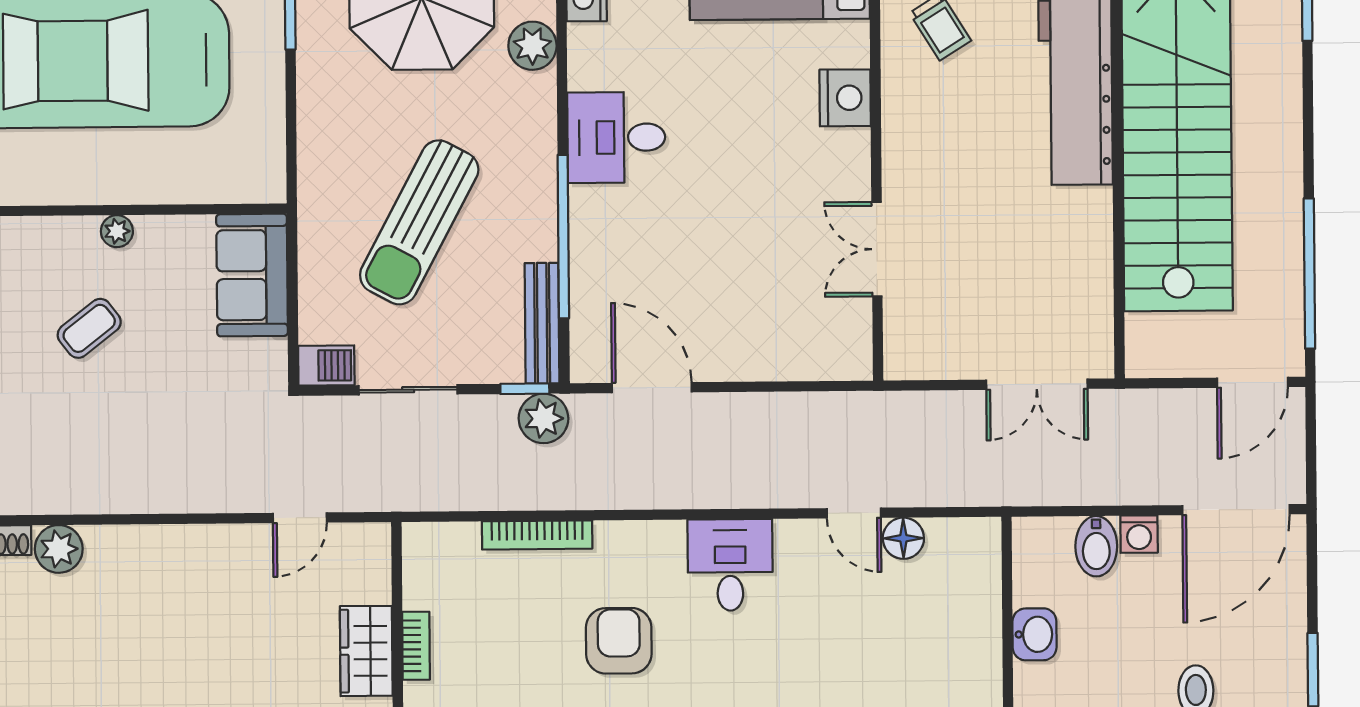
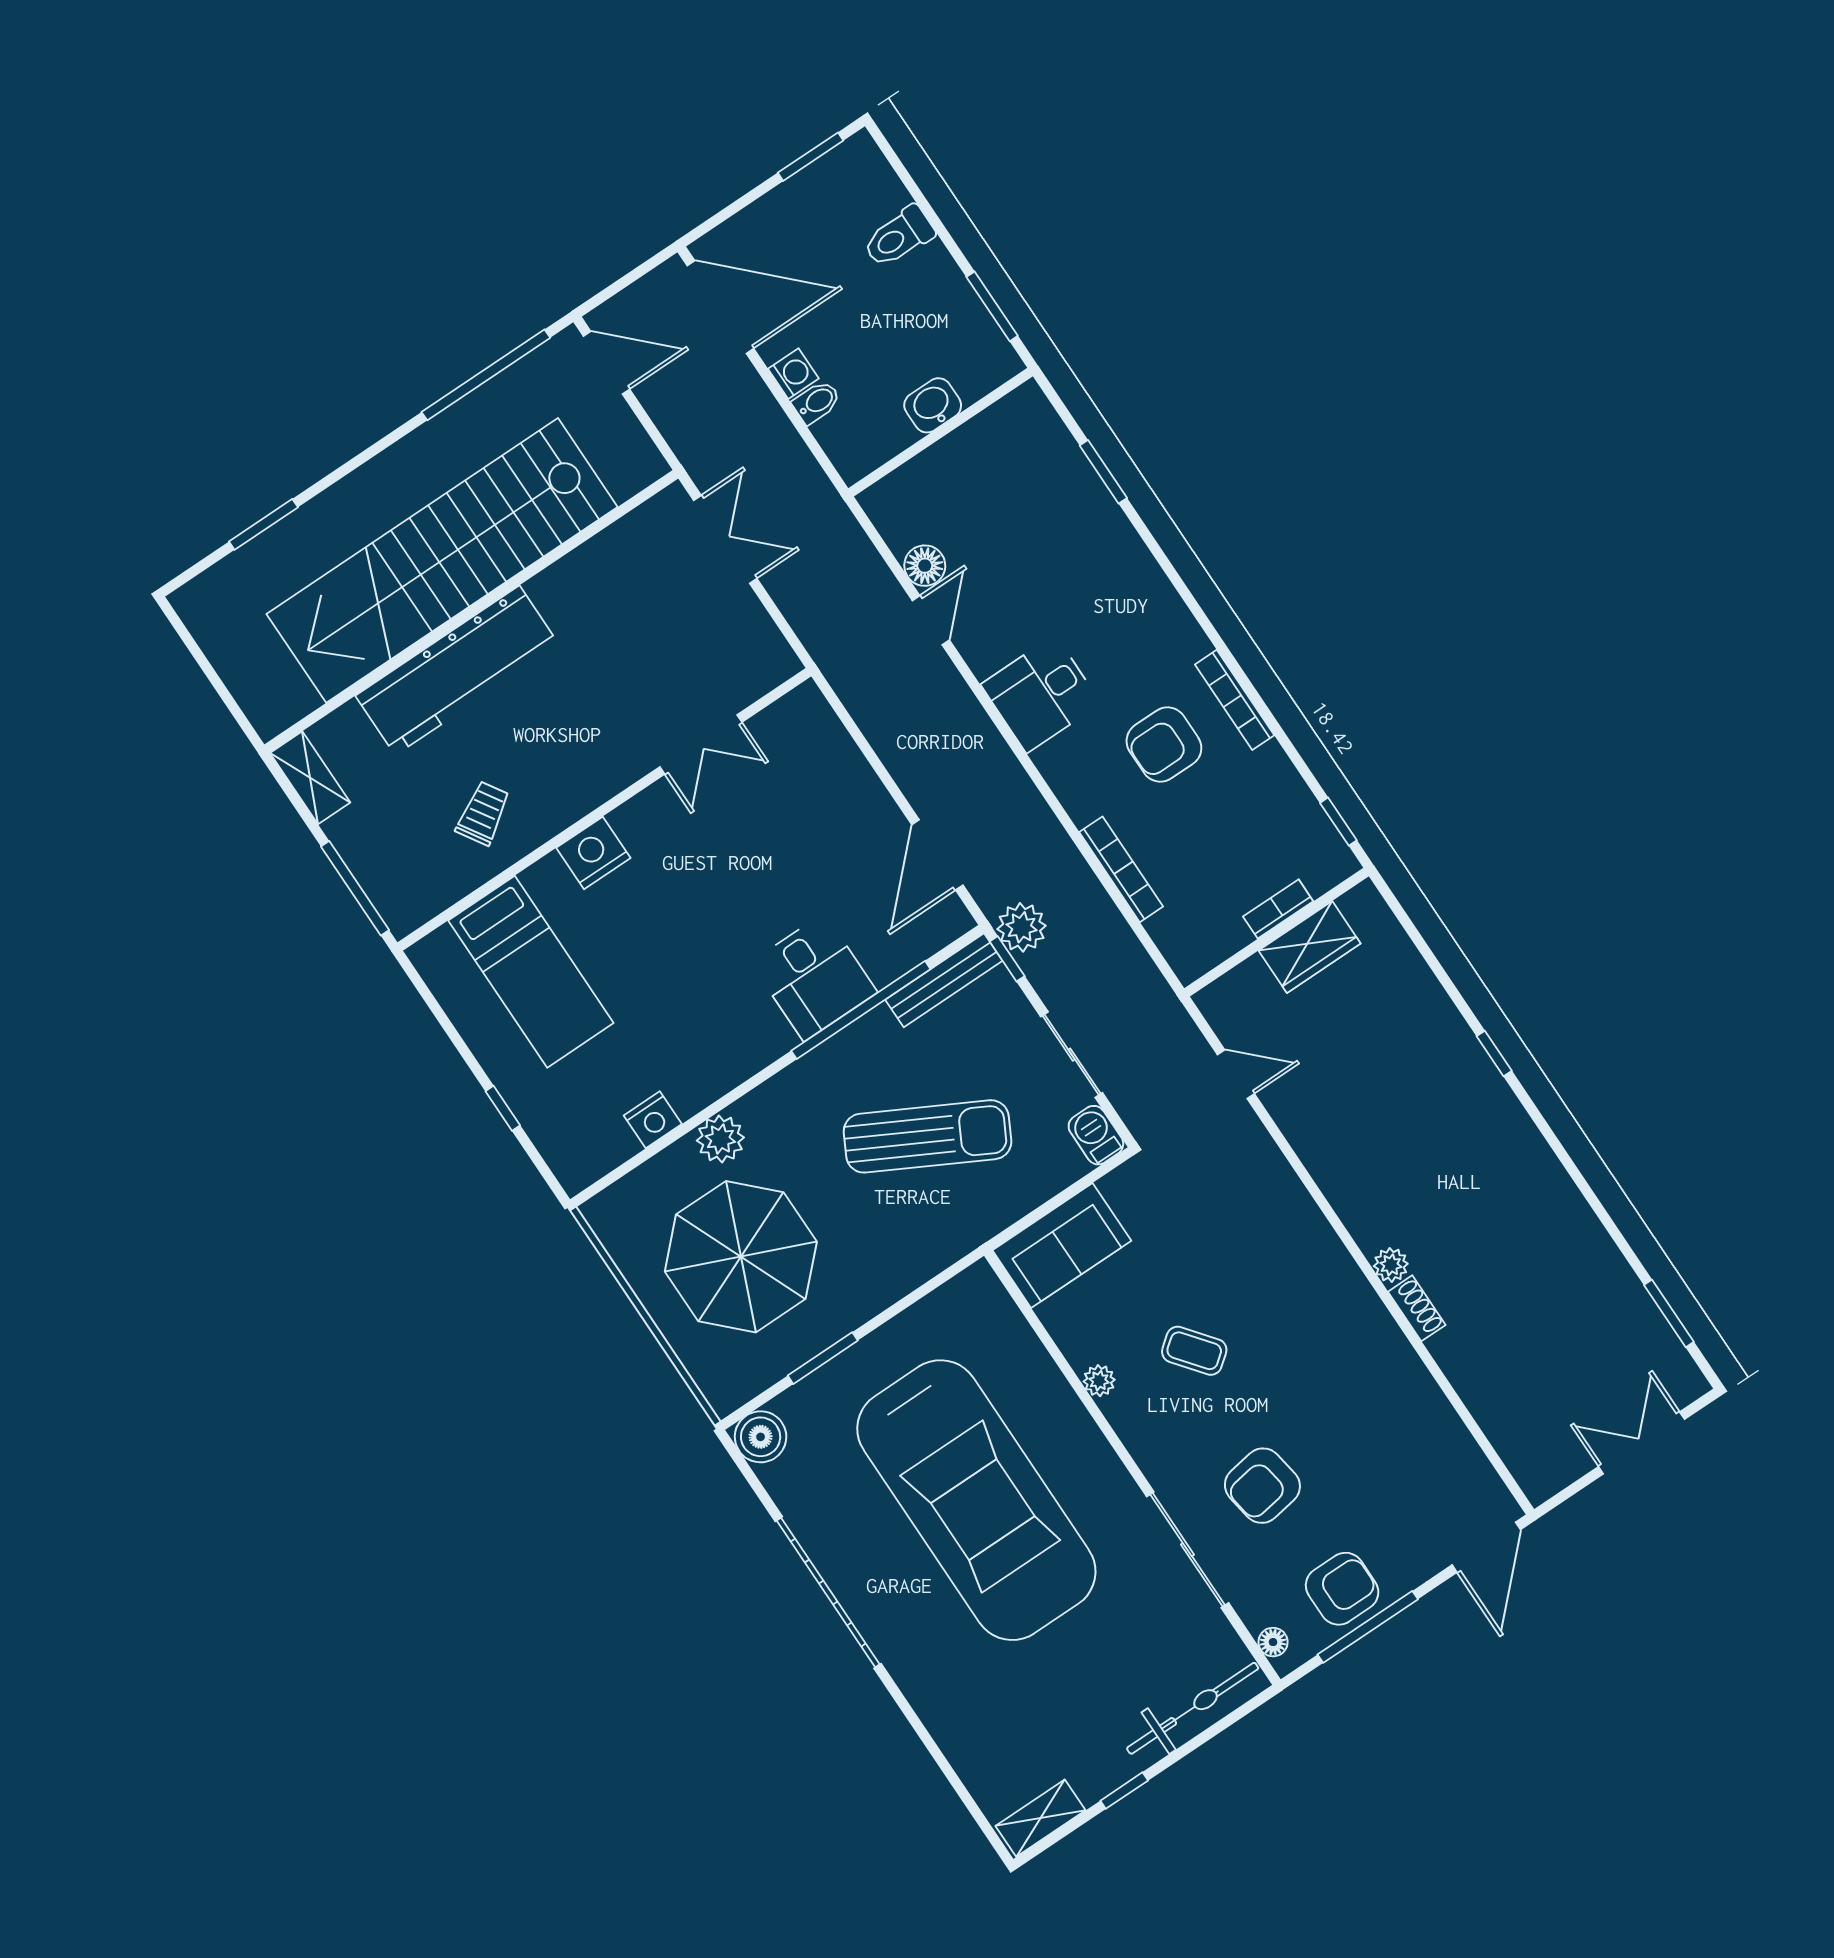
desk: (616, 137) -> (814, 977), moved
bidet: (1096, 546) -> (817, 402), width x0.72, depth x0.74
plant: (59, 549) -> (1391, 1265), width x0.73, depth x0.73

